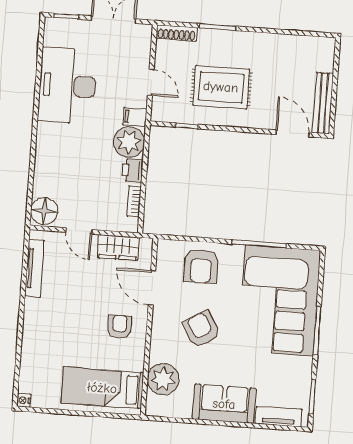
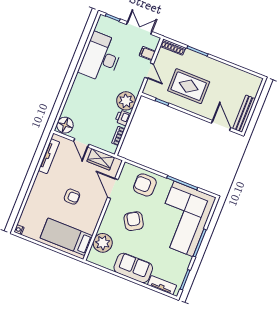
filing cabinet: (135, 117) -> (147, 53), moved
armchair: (201, 266) -> (145, 185), turned 90
armchair: (120, 327) -> (72, 197), moved, turned 90

